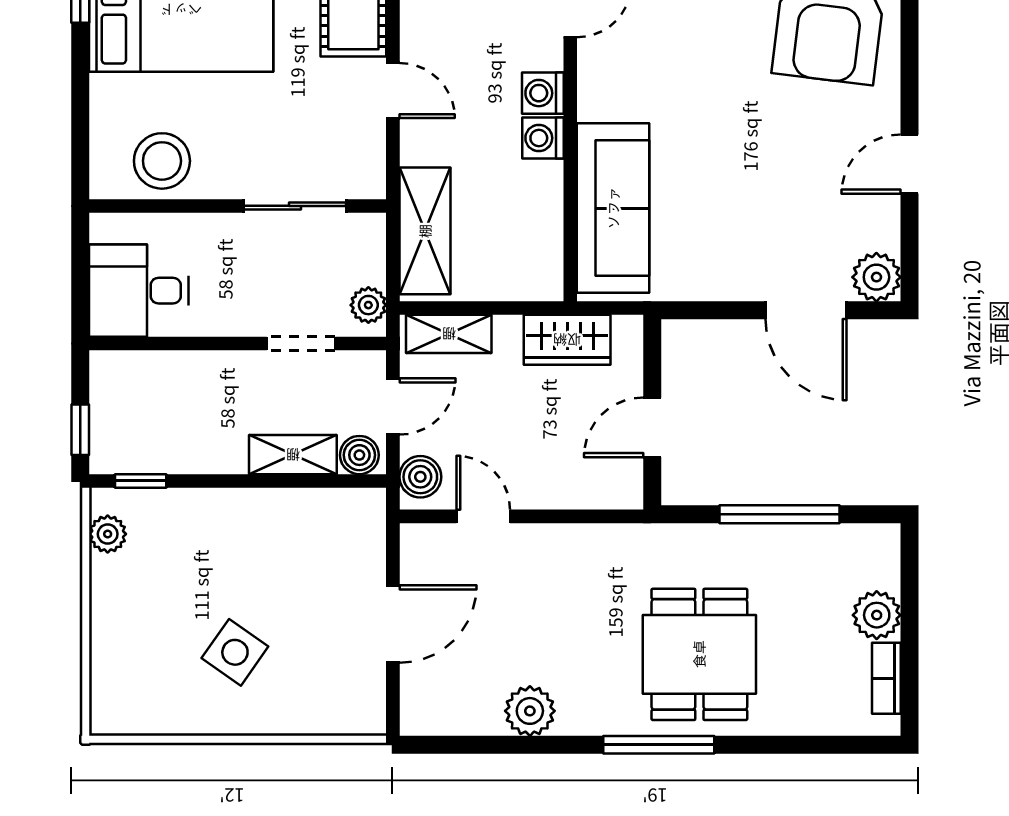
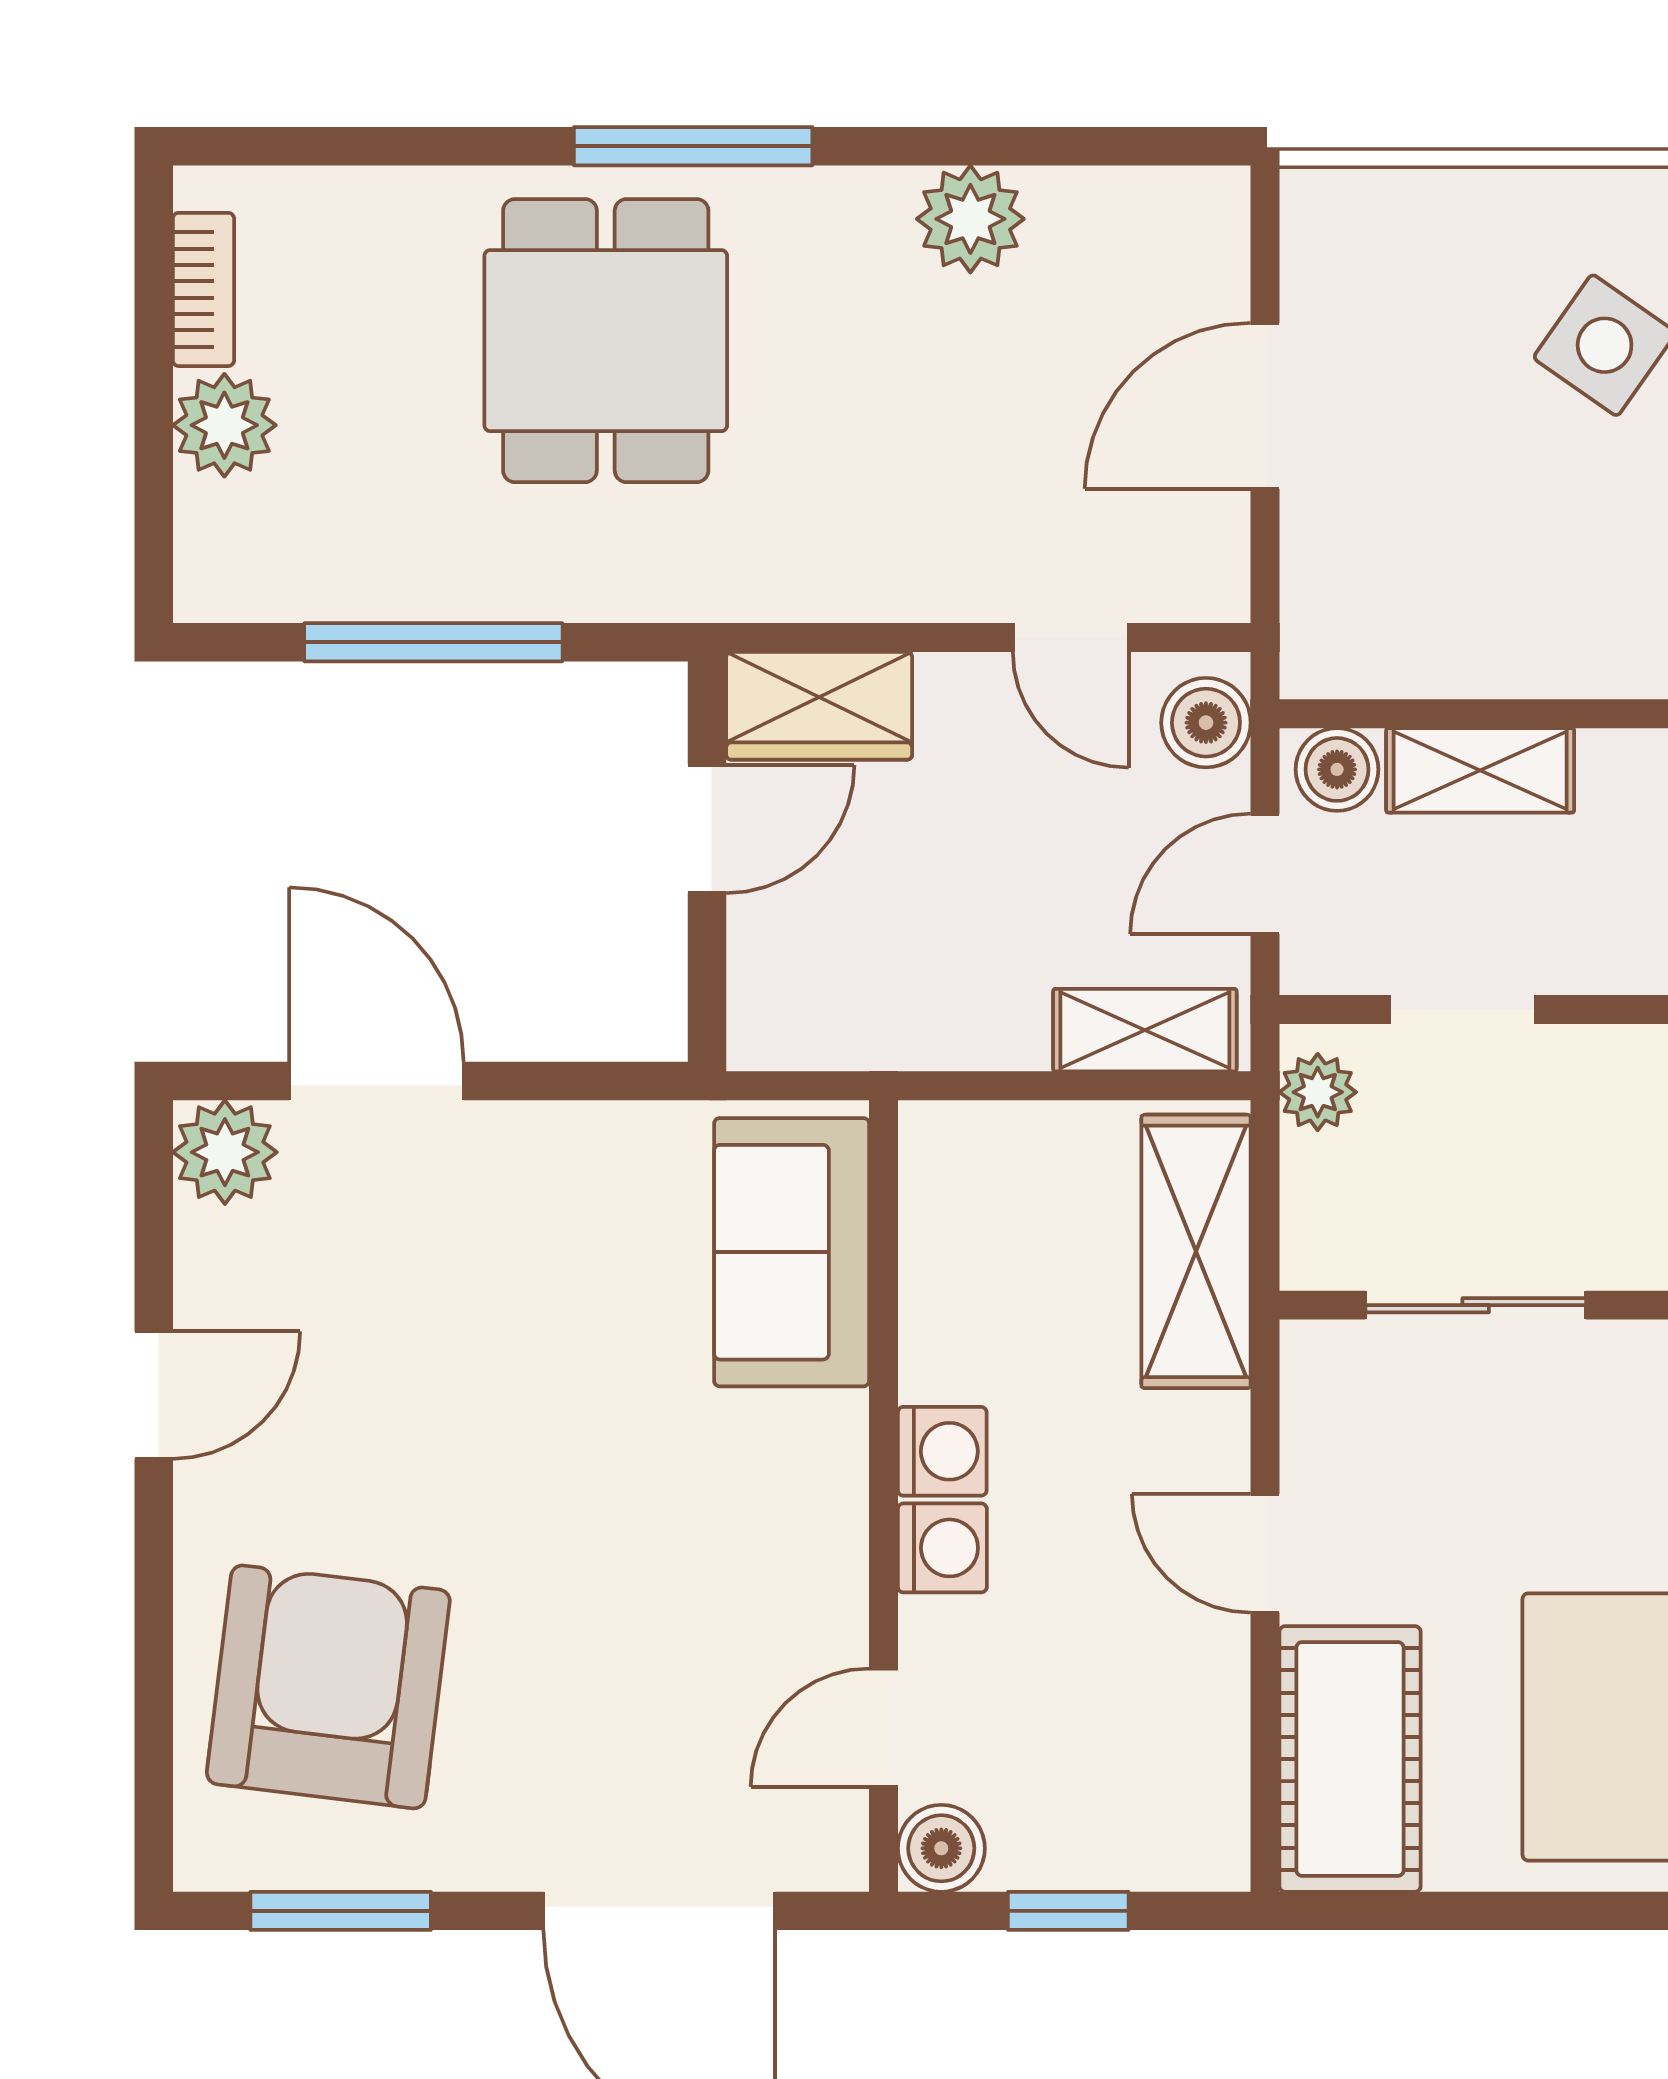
sofa: (613, 208) -> (792, 1252), width x0.73
wardrobe: (567, 340) -> (819, 706), moved, turned 180

